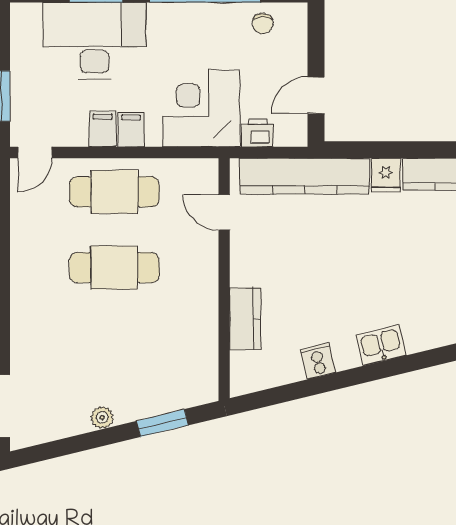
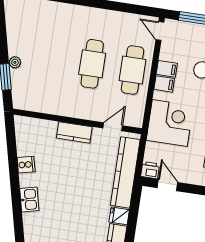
printer: (257, 133) -> (150, 170), moved, turned -90
kitchen counter: (245, 319) -> (74, 132), moved
plant: (102, 417) -> (15, 62), moved

